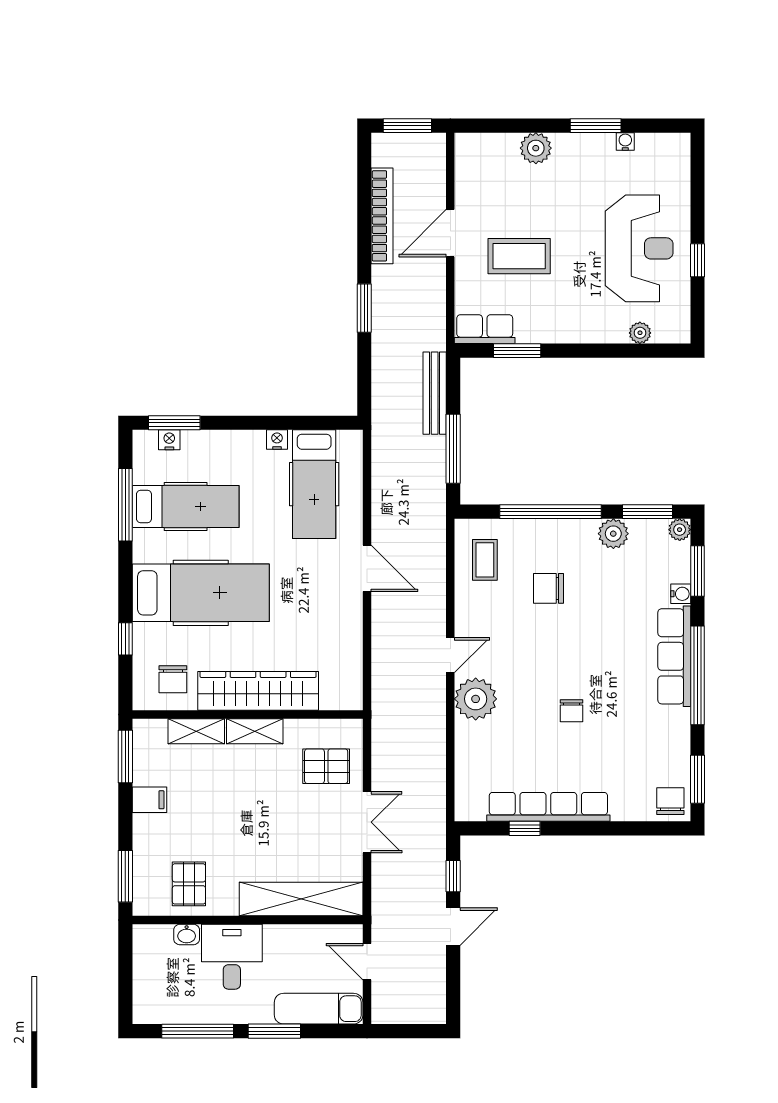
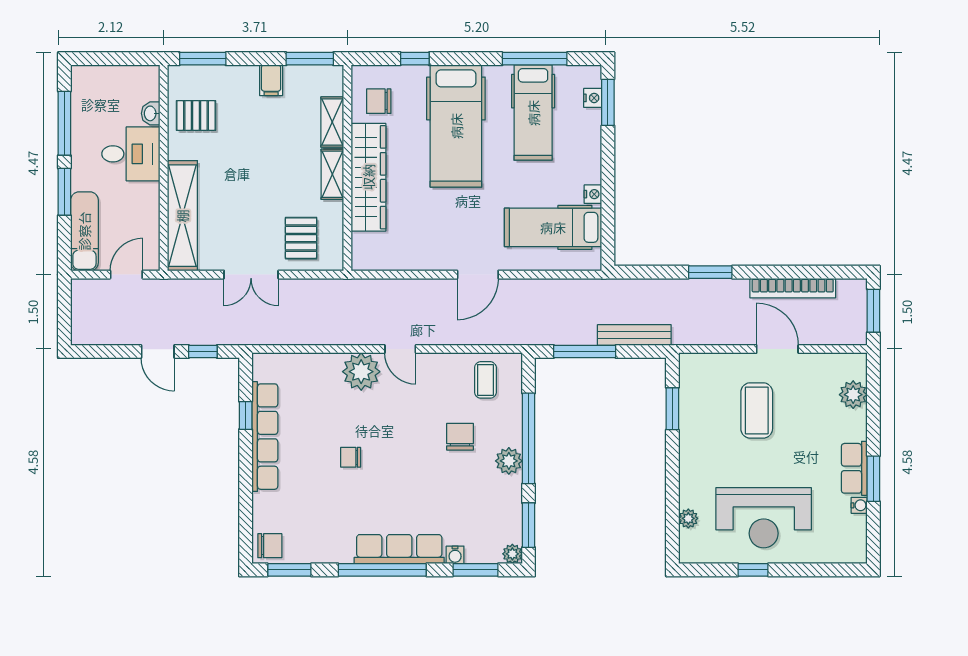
plant: (536, 148) -> (853, 395), moved
row of seats: (485, 329) -> (854, 468), moved, turned 180
plant: (613, 534) -> (509, 461), moved
coffee table: (485, 560) -> (485, 380), turned 90

